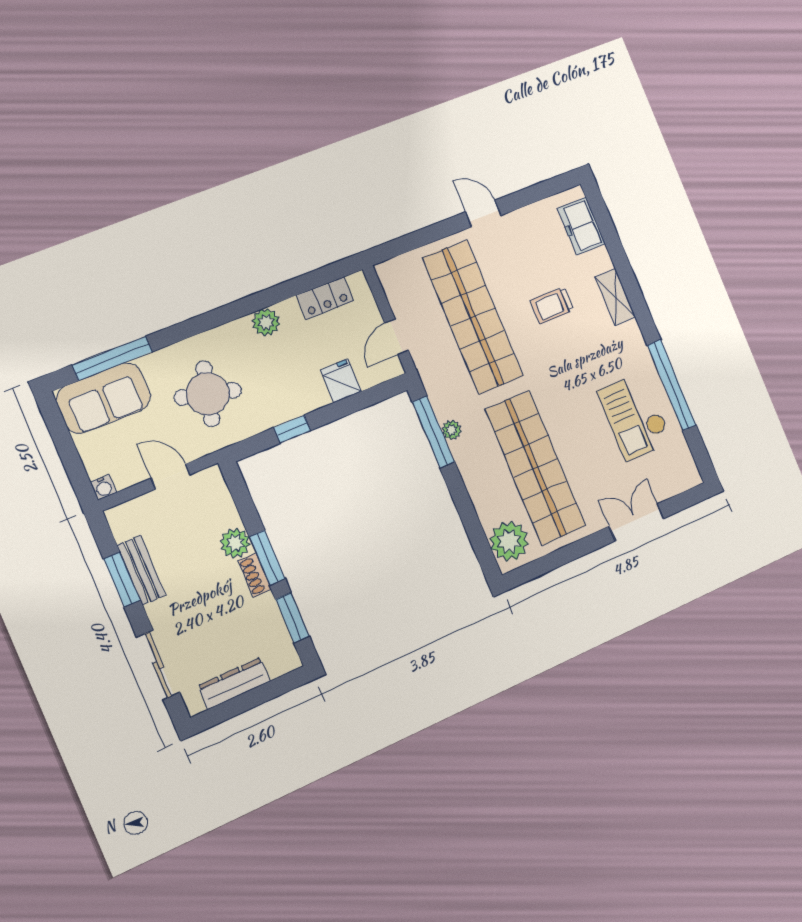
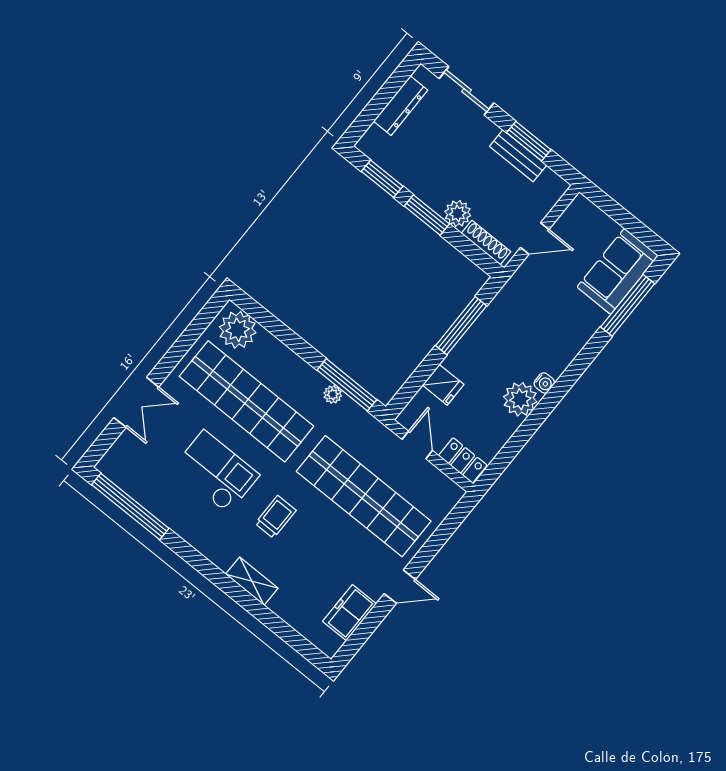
freezer: (581, 226) -> (350, 613), moved, turned -90
locker: (325, 298) -> (463, 460), moved, turned 90
trolley: (552, 305) -> (276, 517), moved
plant: (266, 322) -> (520, 399), width x1.36, depth x1.36
window: (672, 385) -> (130, 507), moved
round table: (208, 394) -> (541, 318), removed
checkout: (635, 416) -> (216, 472), moved
window: (292, 429) -> (461, 326), width x2.17
water cooler: (103, 487) -> (544, 383), moved, turned 180
shoe rack: (255, 575) -> (486, 243), moved, width x1.43

